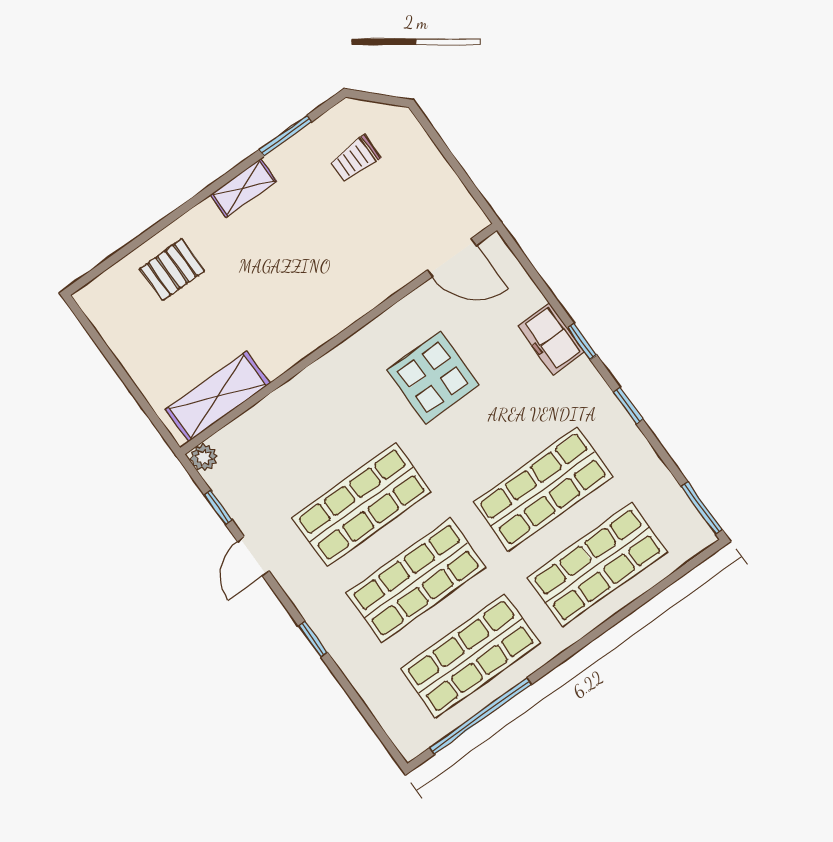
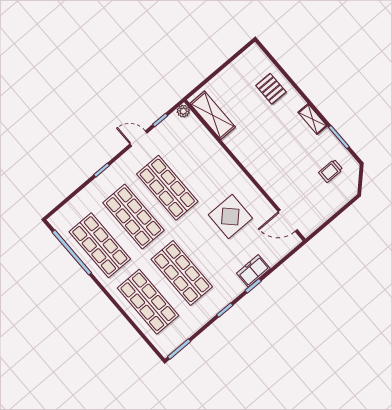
trolley: (355, 159) -> (331, 171), turned -90
door: (452, 258) -> (288, 221), hinge flipped

